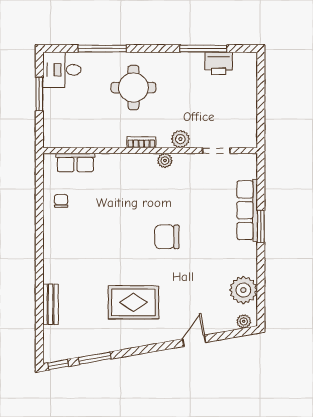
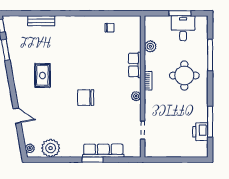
desk: (62, 70) -> (183, 28), moved
plant: (180, 139) -> (150, 46), moved
row of seats: (75, 163) -> (135, 65), moved
chair: (167, 237) -> (86, 98), turned -90
rug: (133, 302) -> (42, 75), width x0.73, depth x0.70

